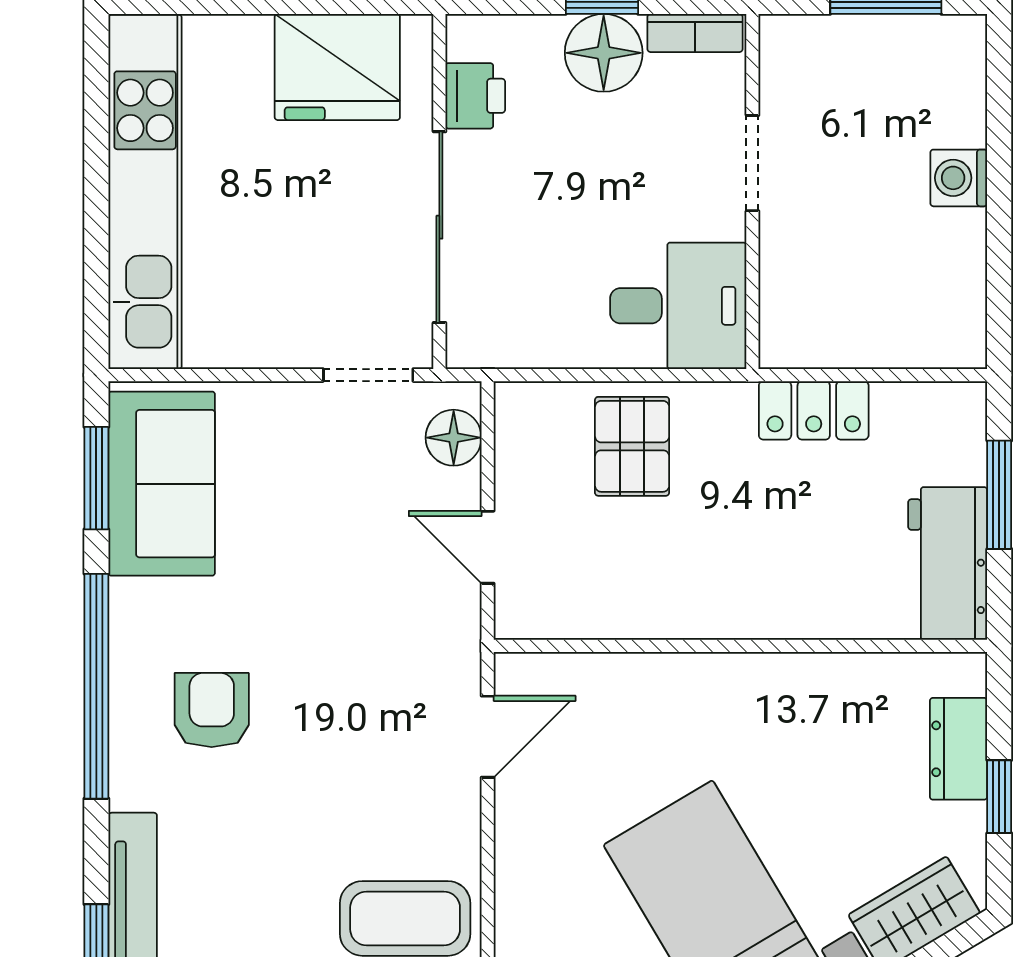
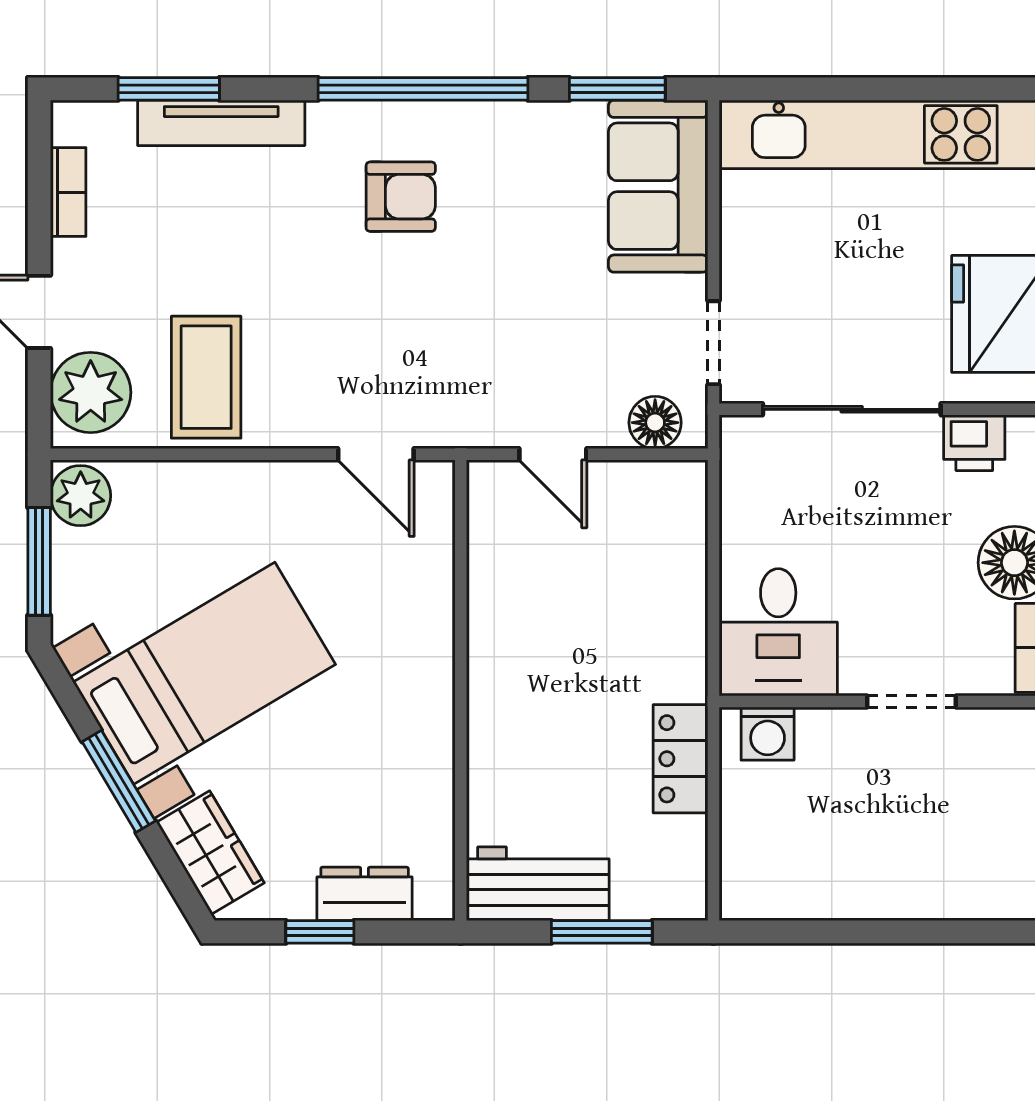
washing machine: (959, 178) -> (768, 734), moved, turned 180
pallet: (632, 446) -> (647, 589), removed
sofa: (162, 484) -> (658, 186), moved, turned 90
door: (488, 547) -> (553, 454), swing flipped

